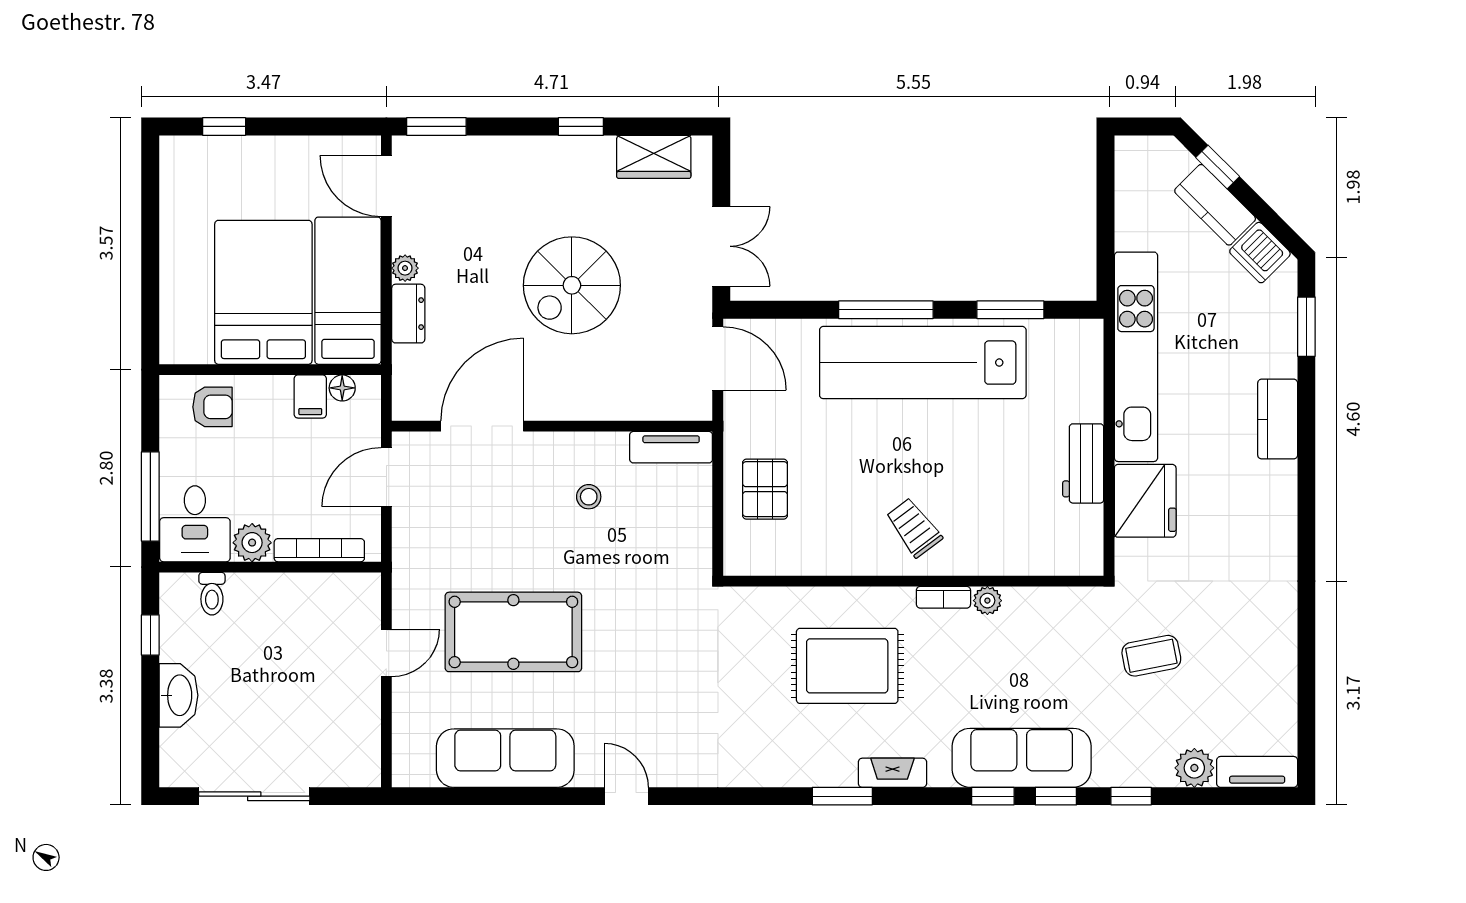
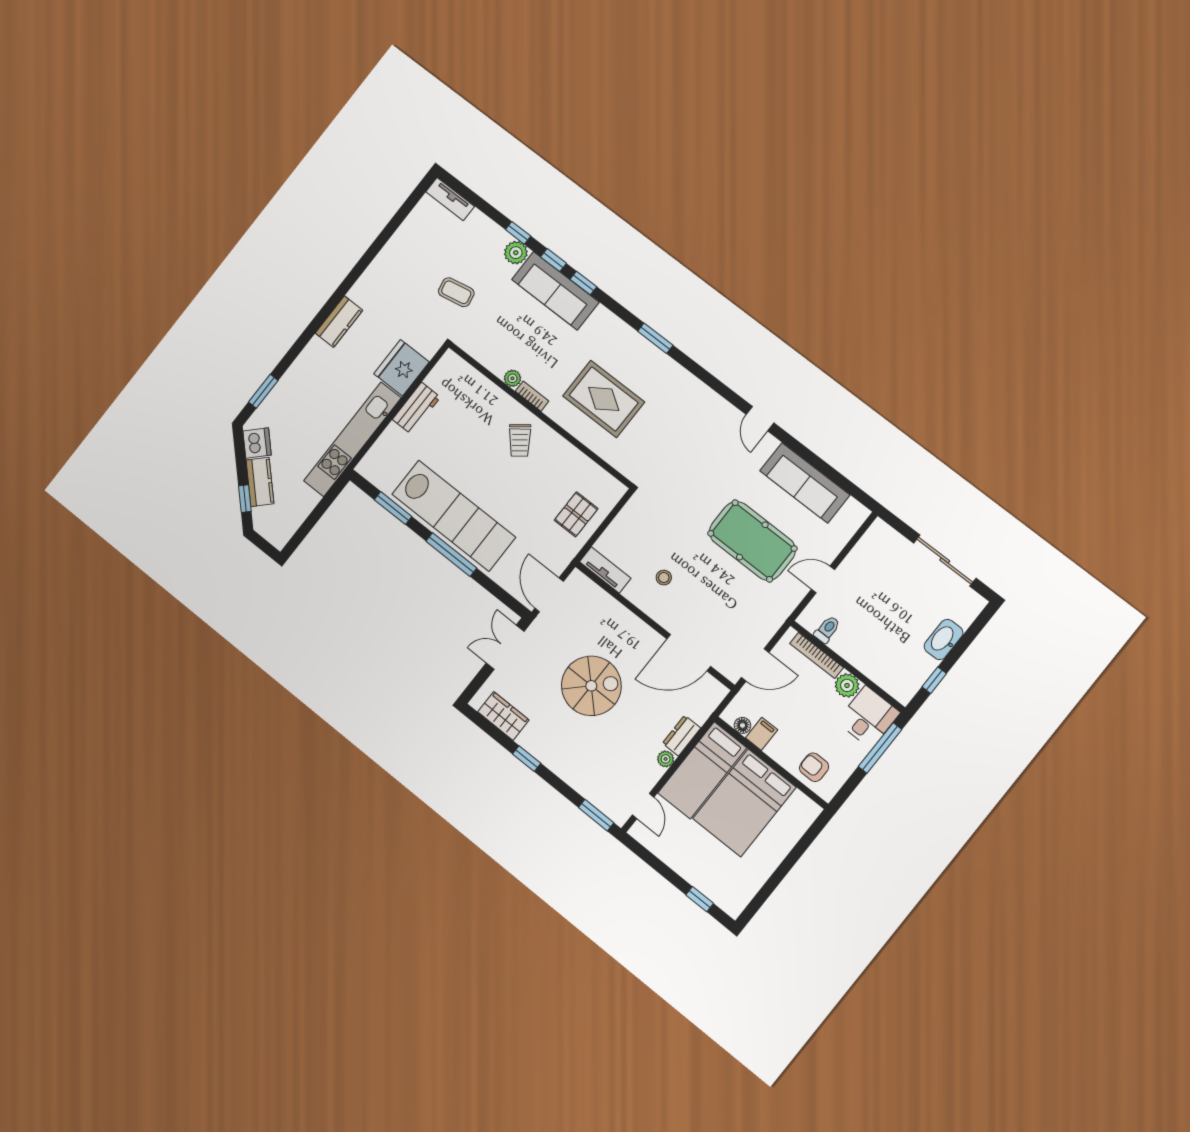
door: (386, 186) -> (643, 806), width x0.73
kitchen counter: (1278, 419) -> (339, 322), moved
toilet: (212, 594) -> (827, 629), moved
plant: (1194, 768) -> (516, 253), moved
fireplace: (892, 773) -> (622, 331), removed

